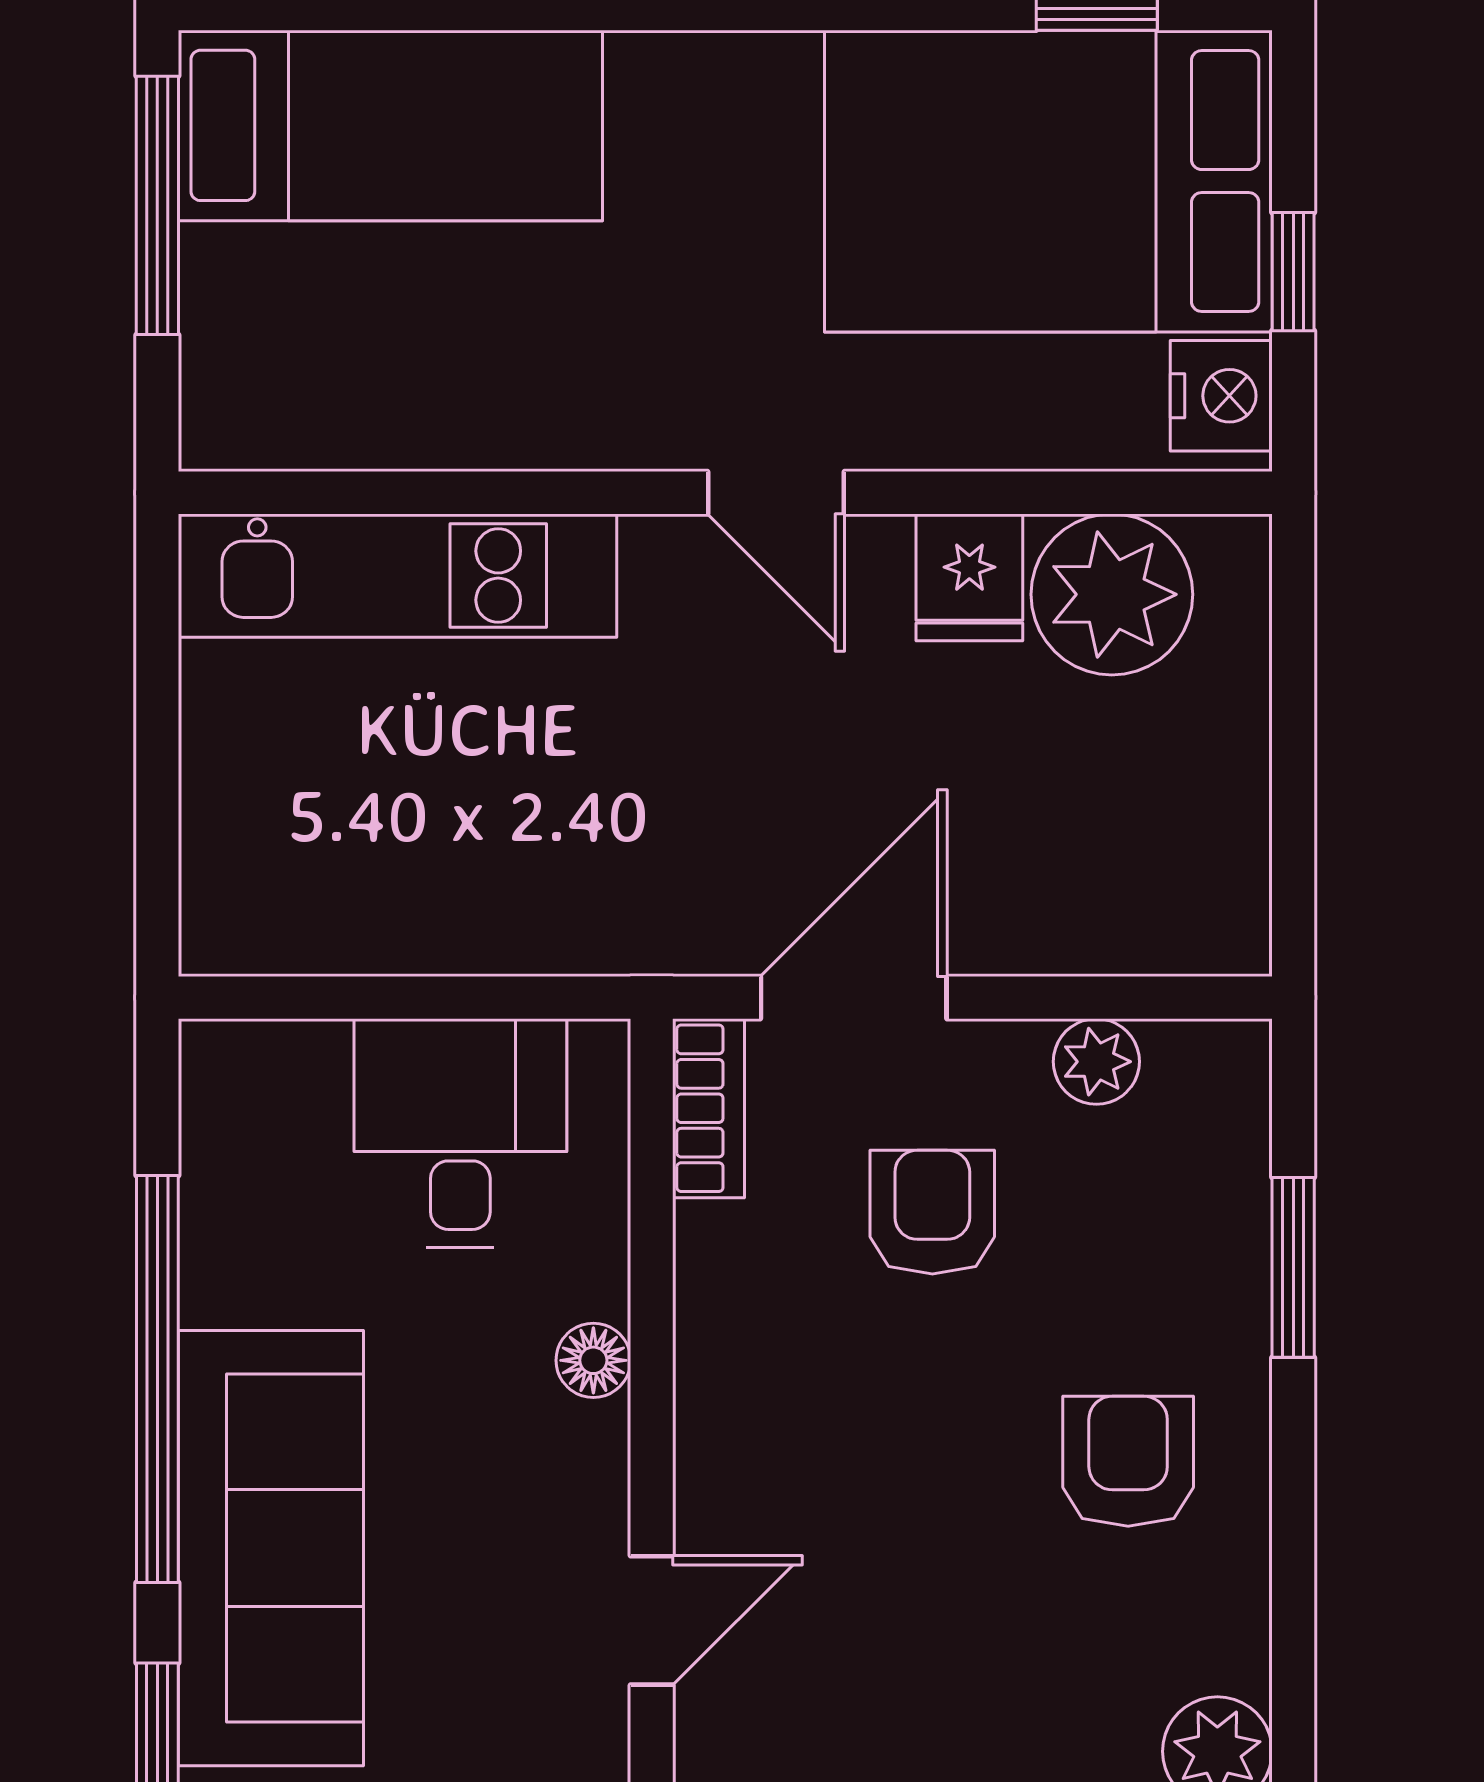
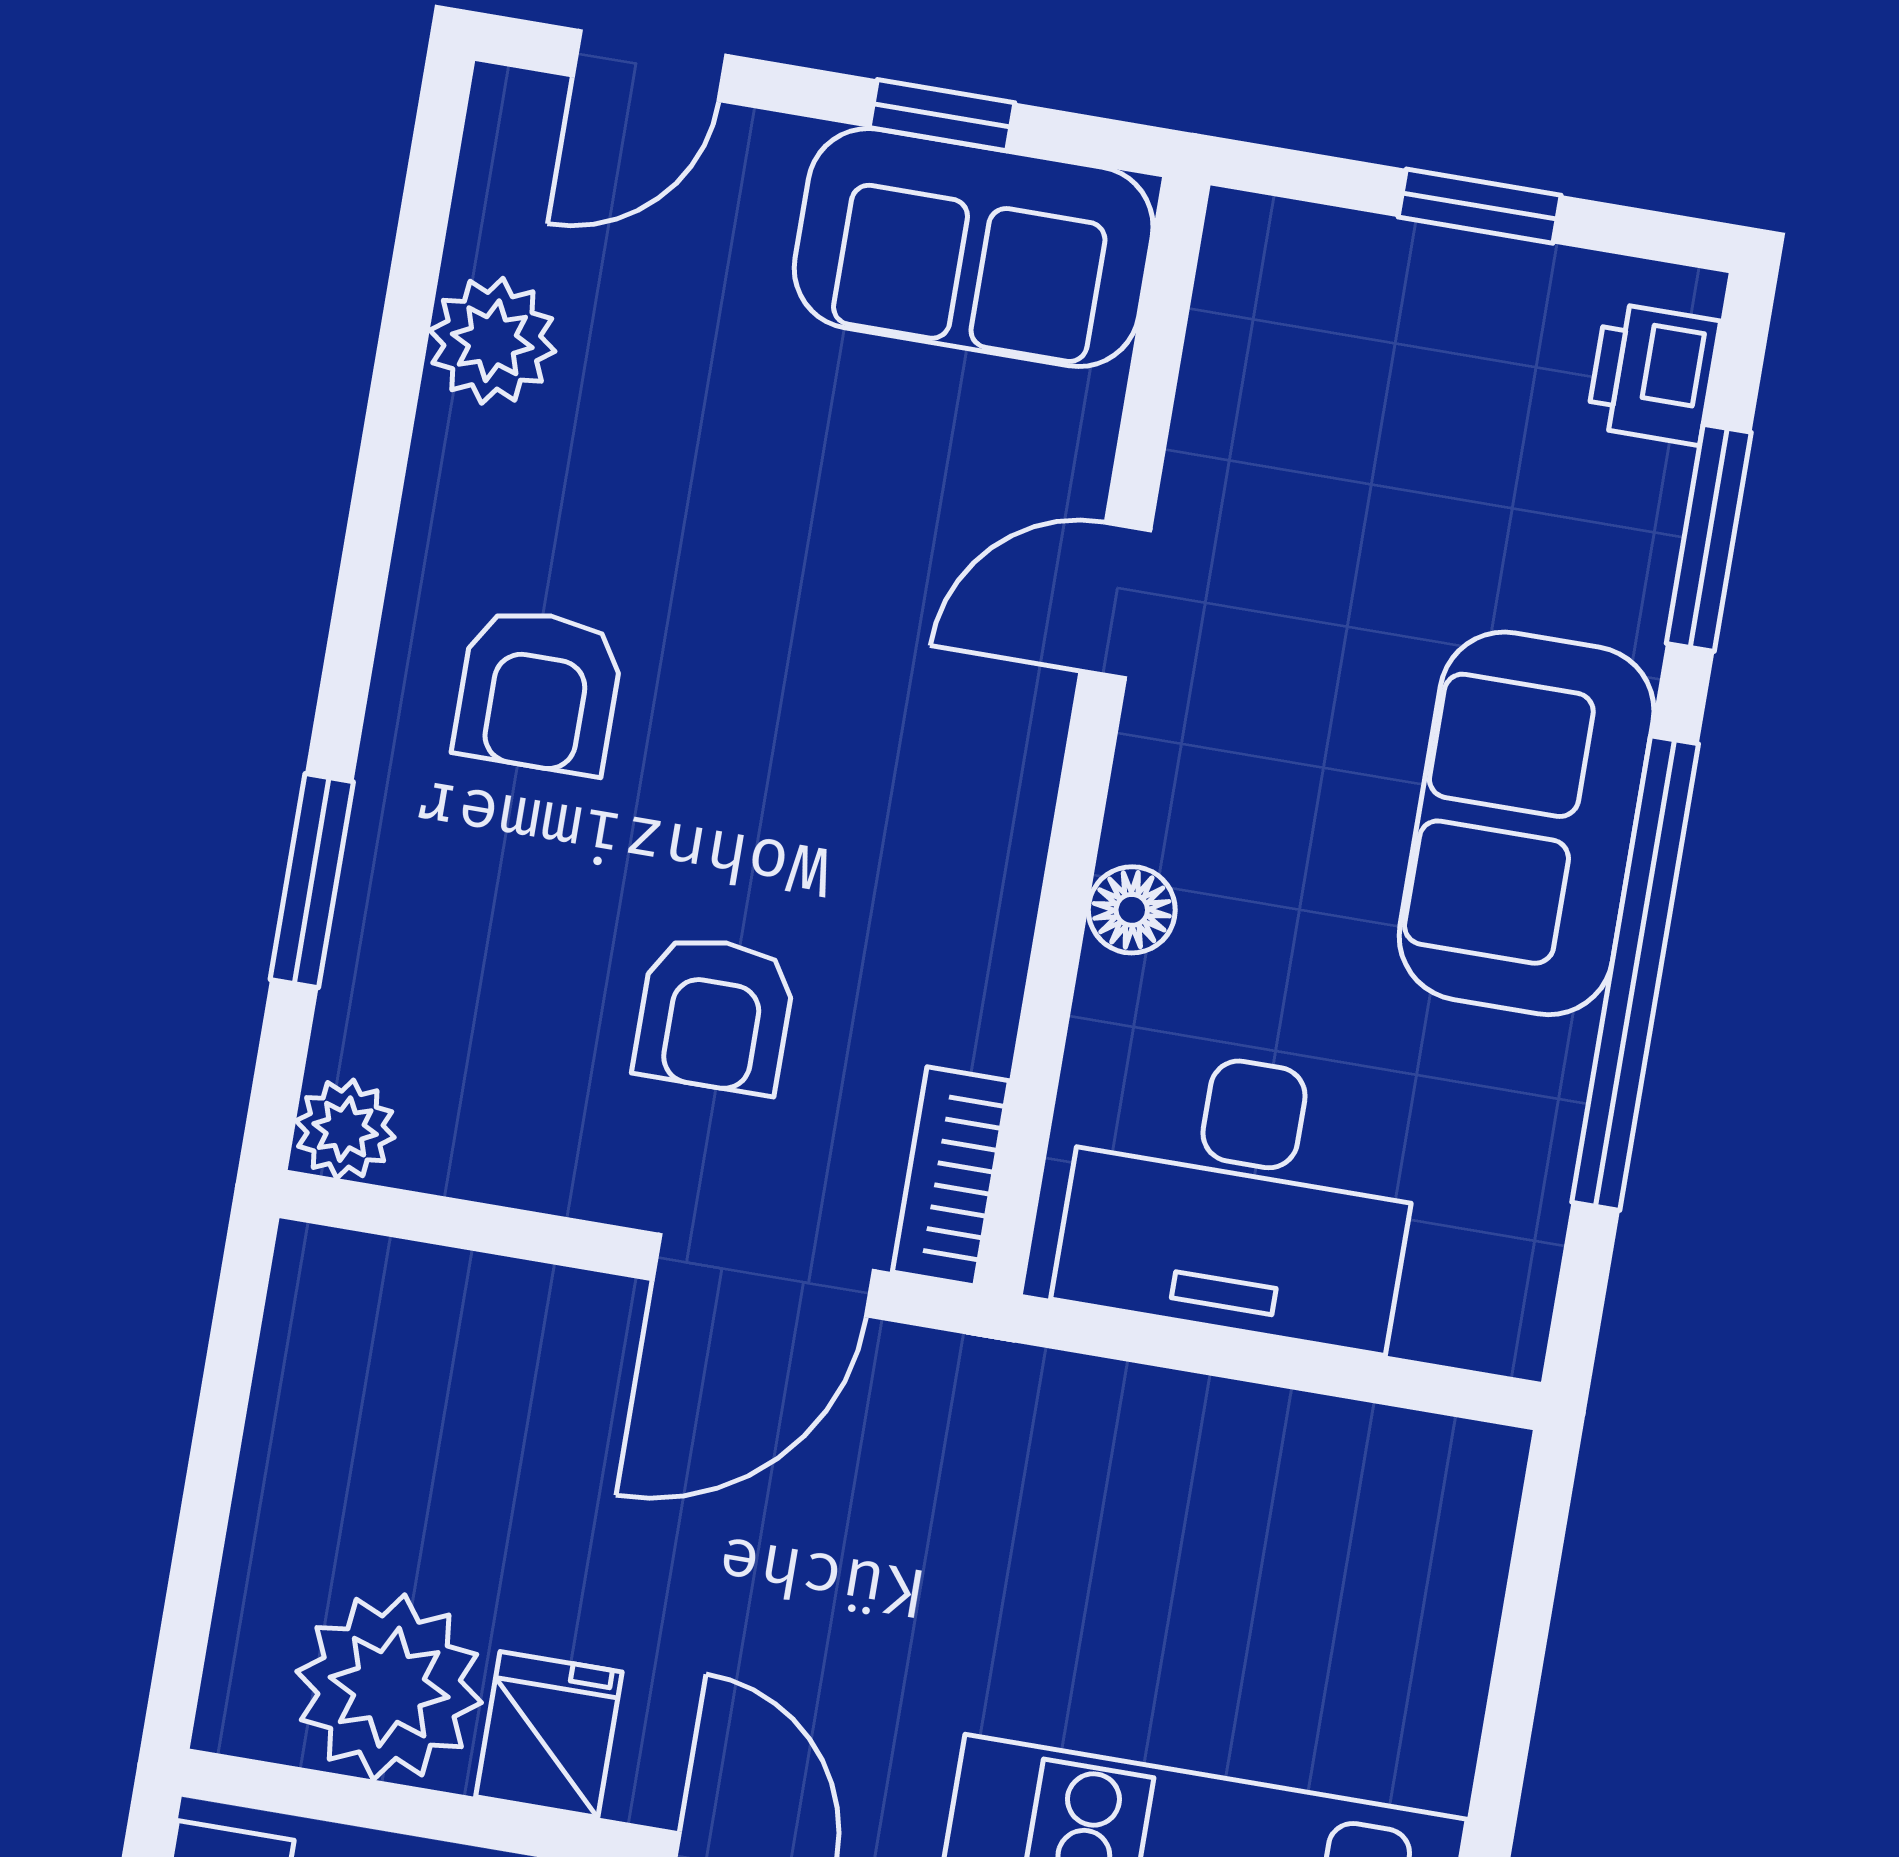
plant: (1096, 1062) -> (345, 1129), moved
desk: (460, 1133) -> (1240, 1196), width x1.37
sofa: (271, 1548) -> (1527, 823), width x0.73

